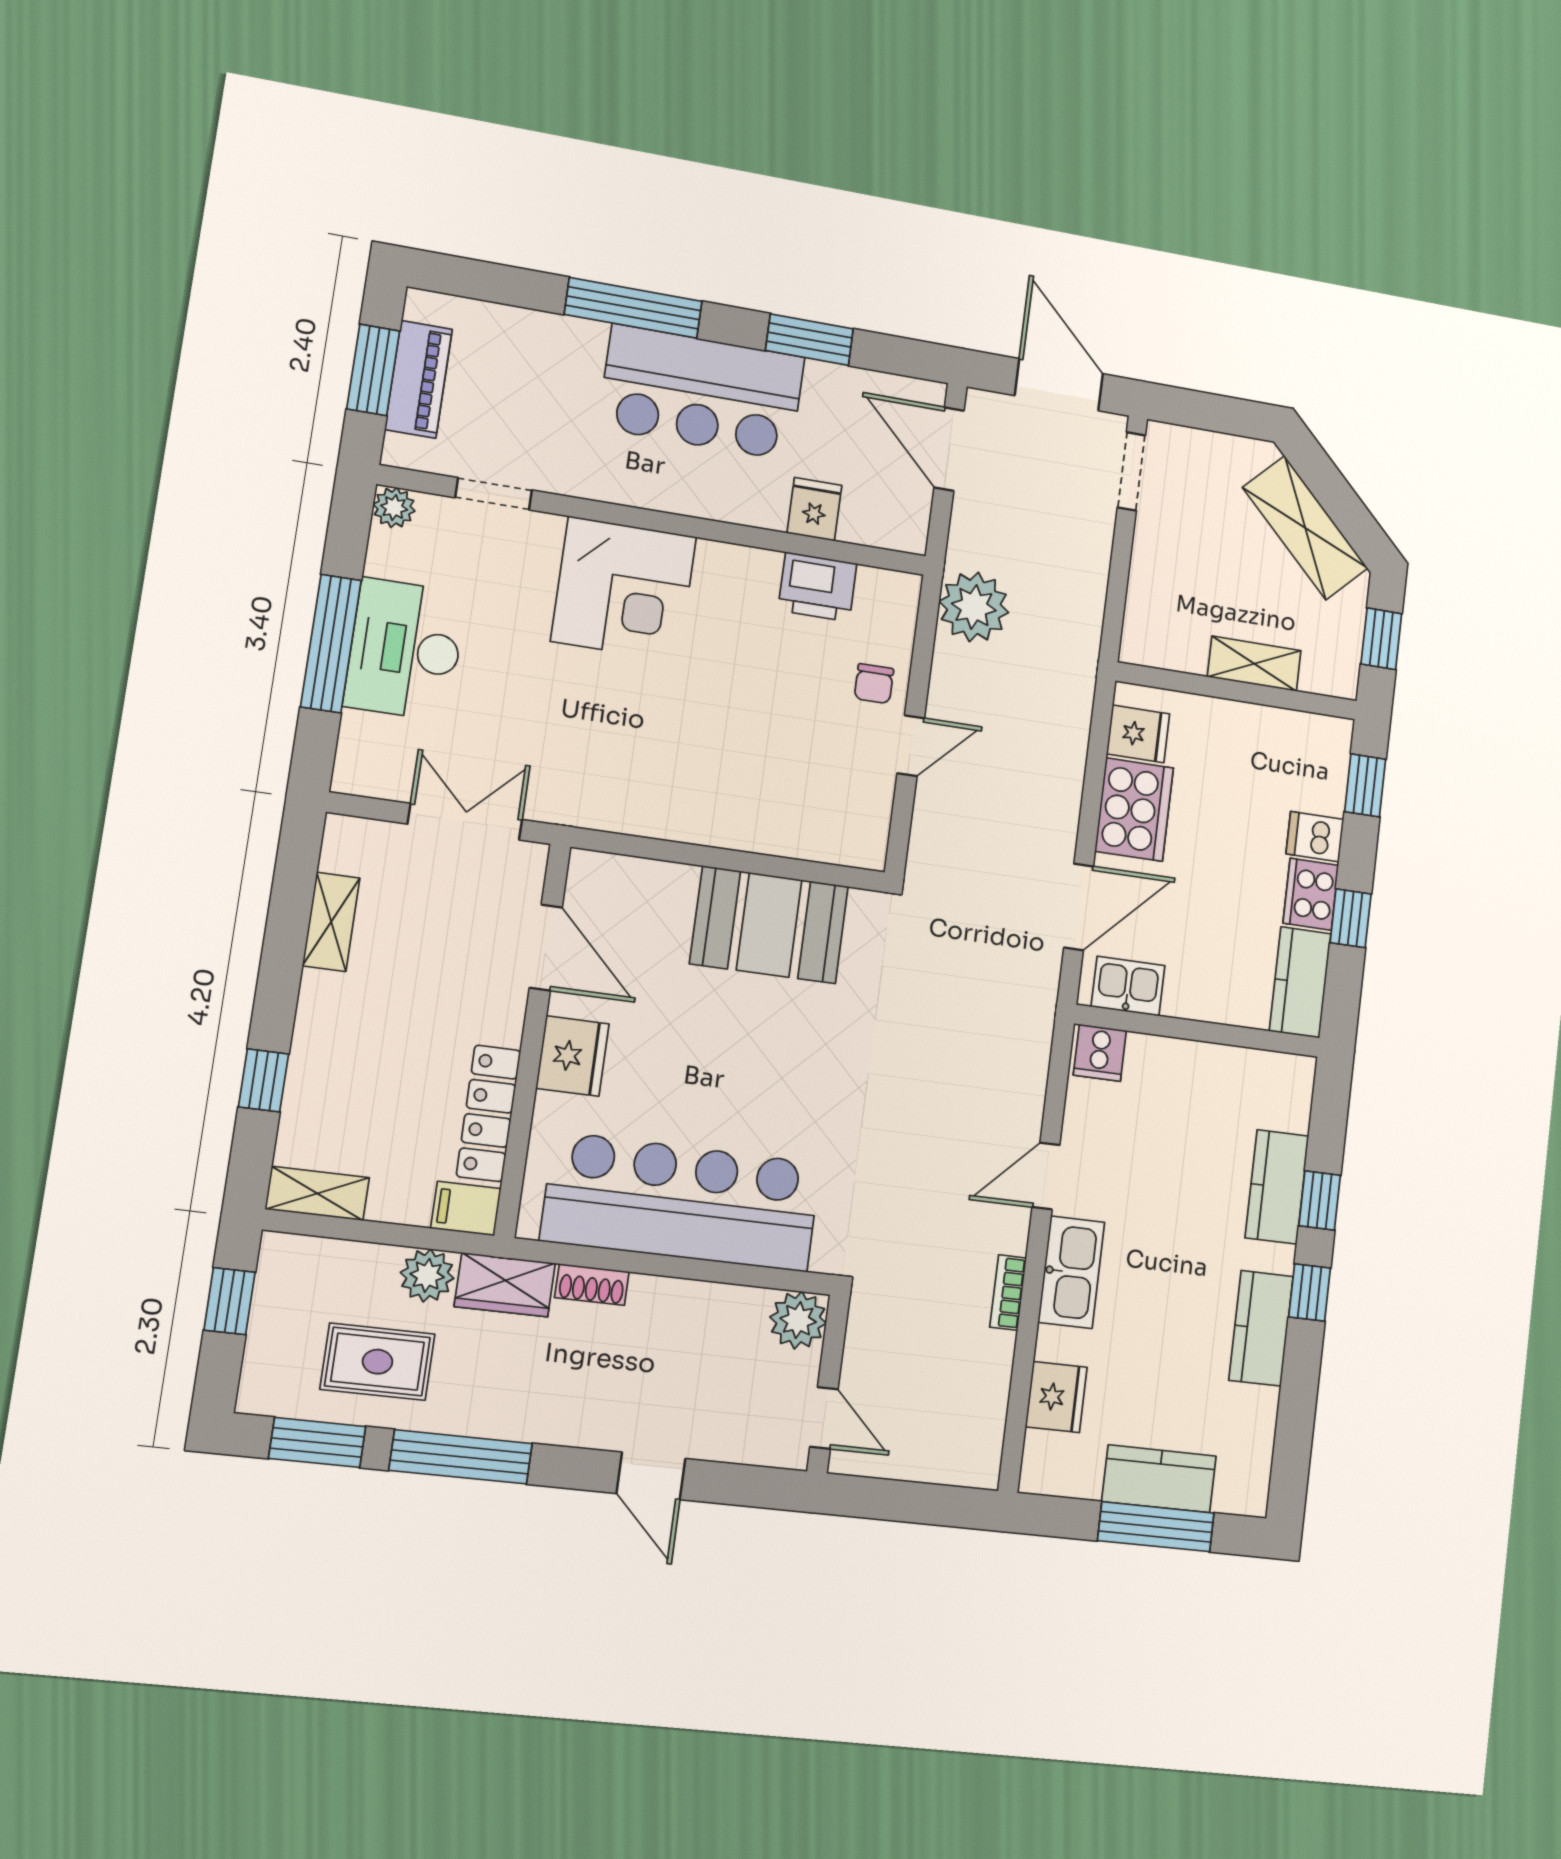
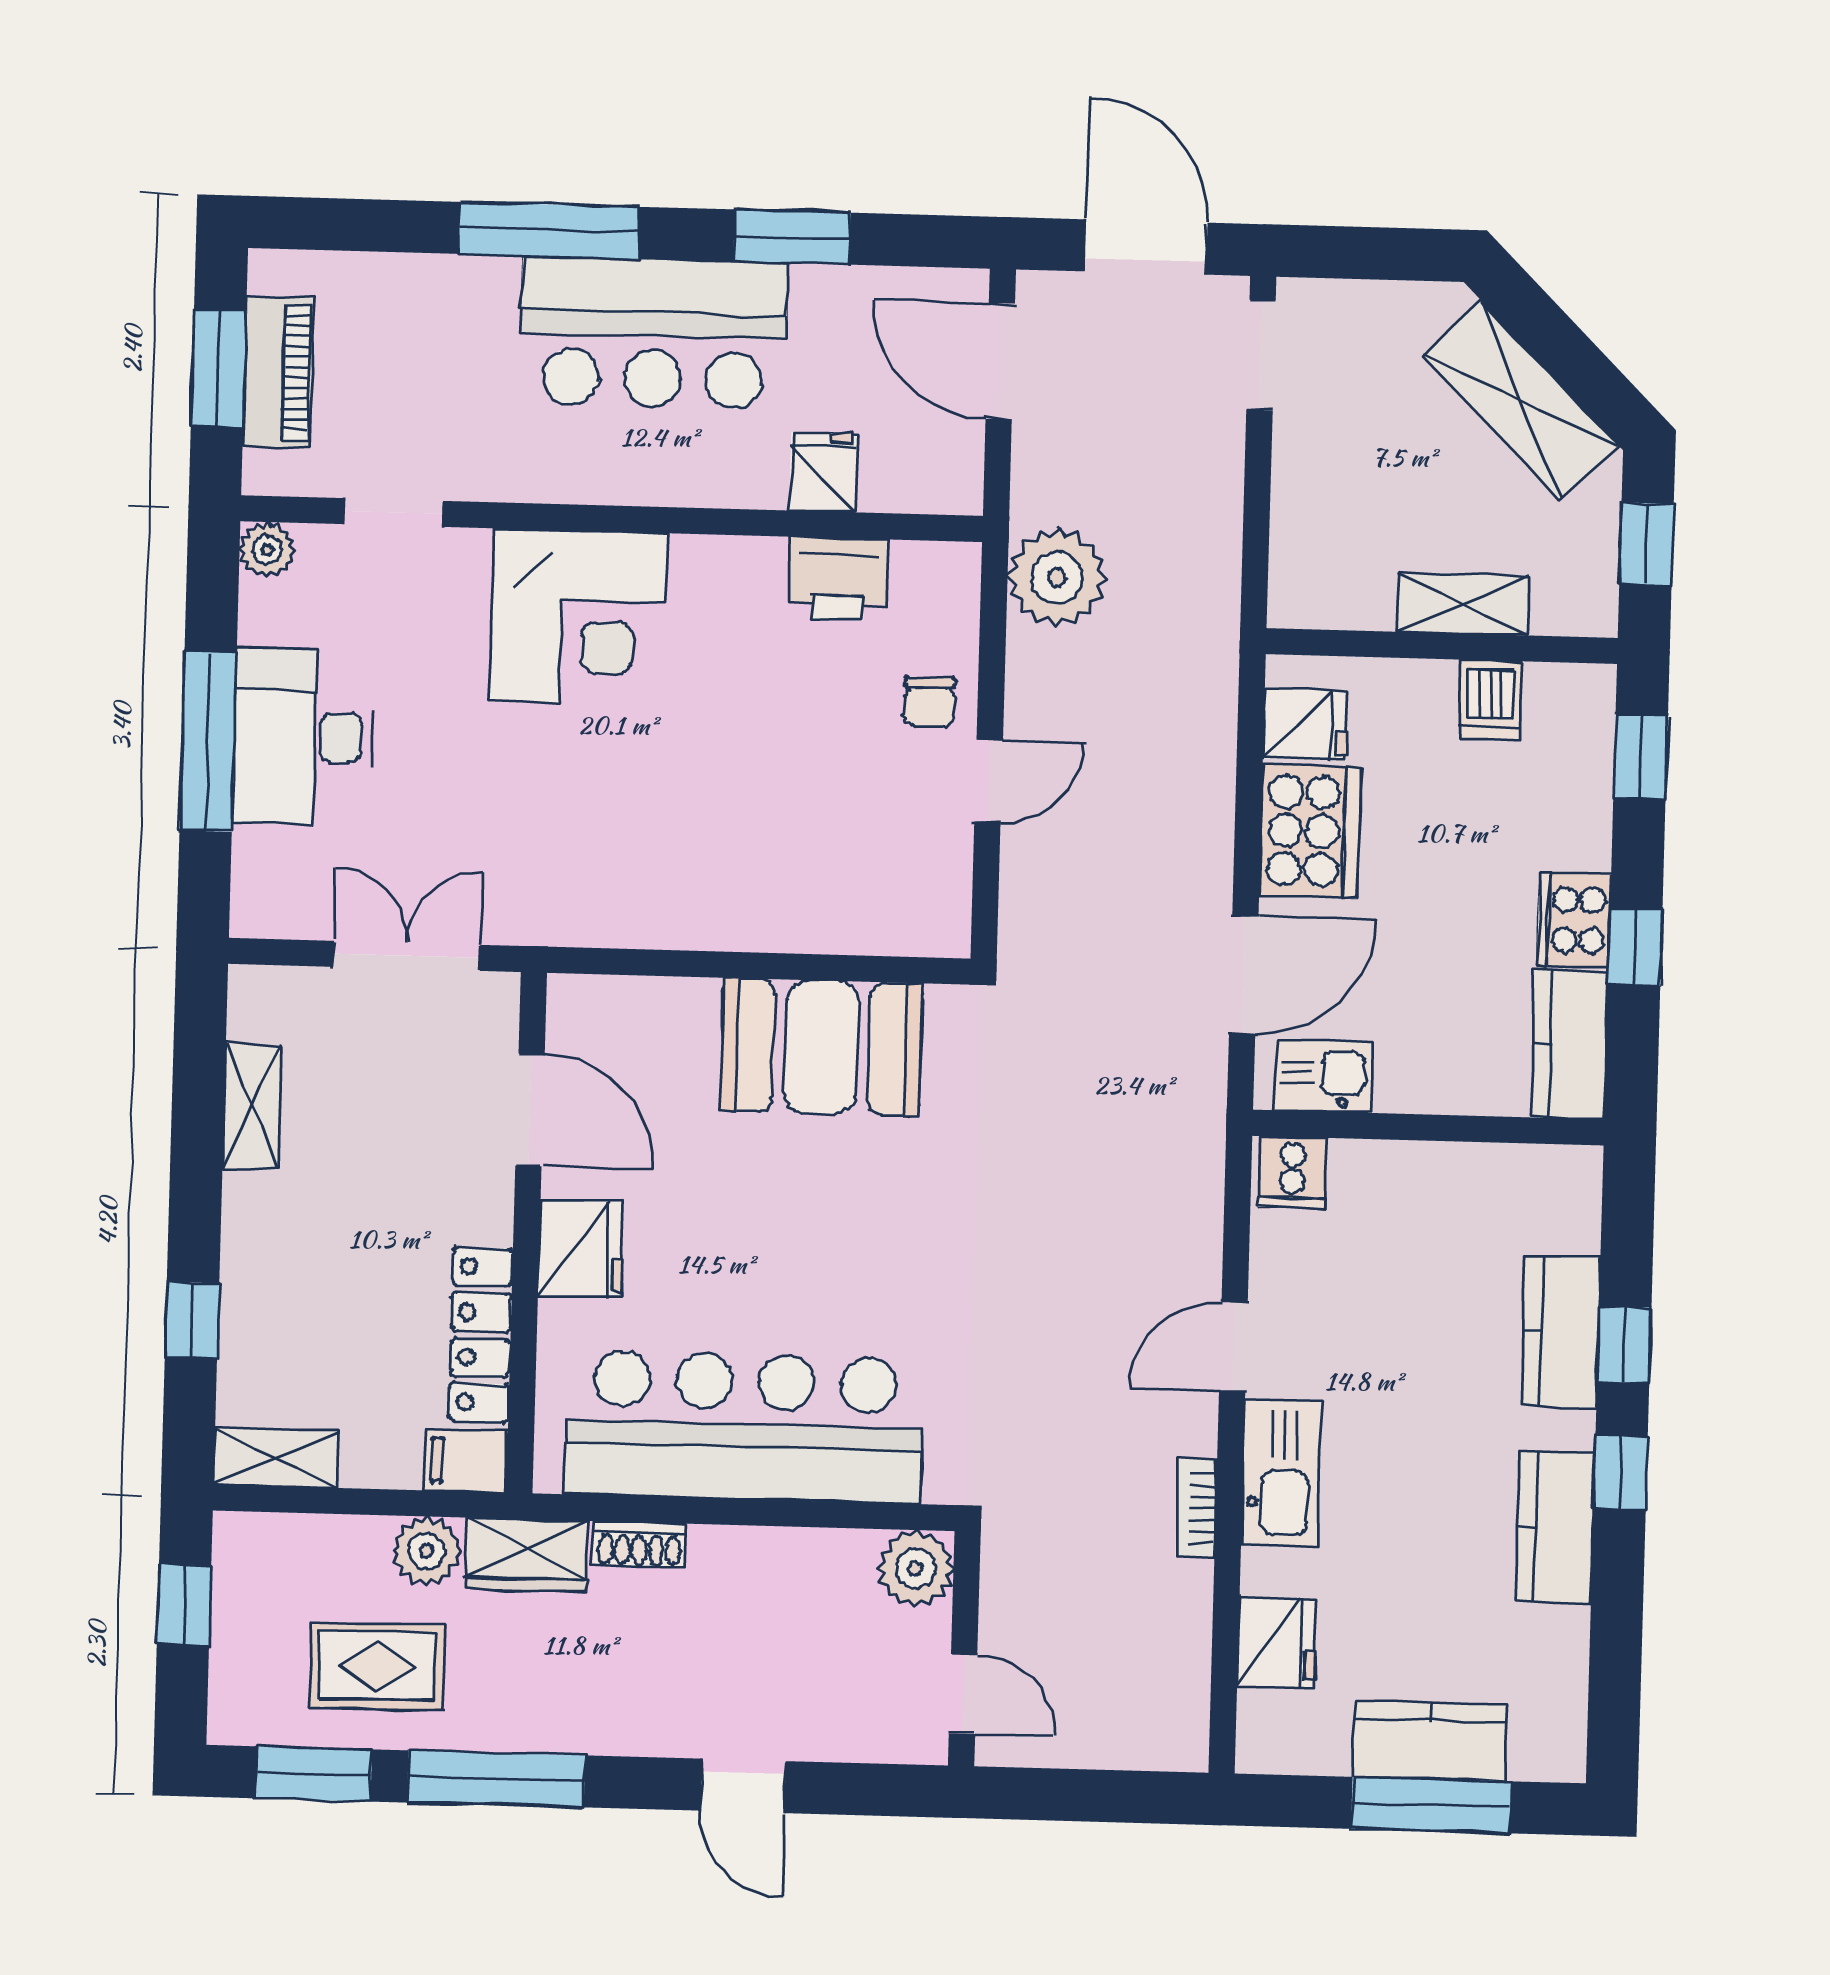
dishwasher: (1315, 837) -> (1491, 700), moved, turned -90

